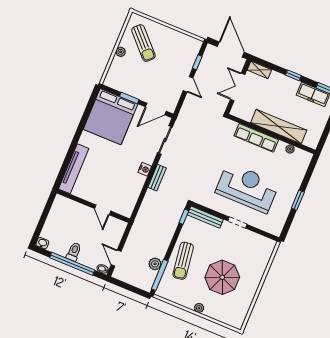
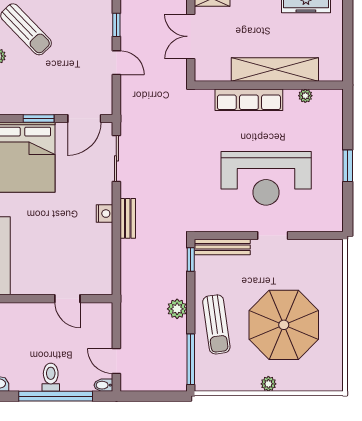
reception desk: (247, 188) -> (266, 178), turned 180
plant: (155, 264) -> (177, 309), moved
parasol: (222, 277) -> (284, 325), width x1.36, depth x1.36

